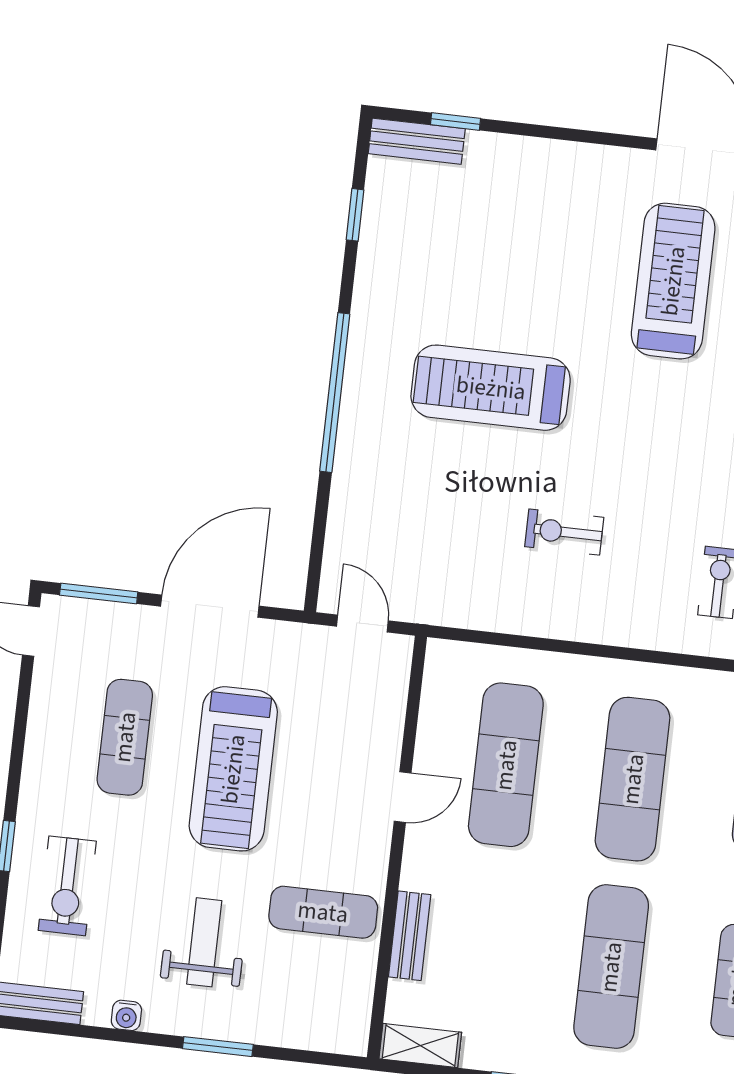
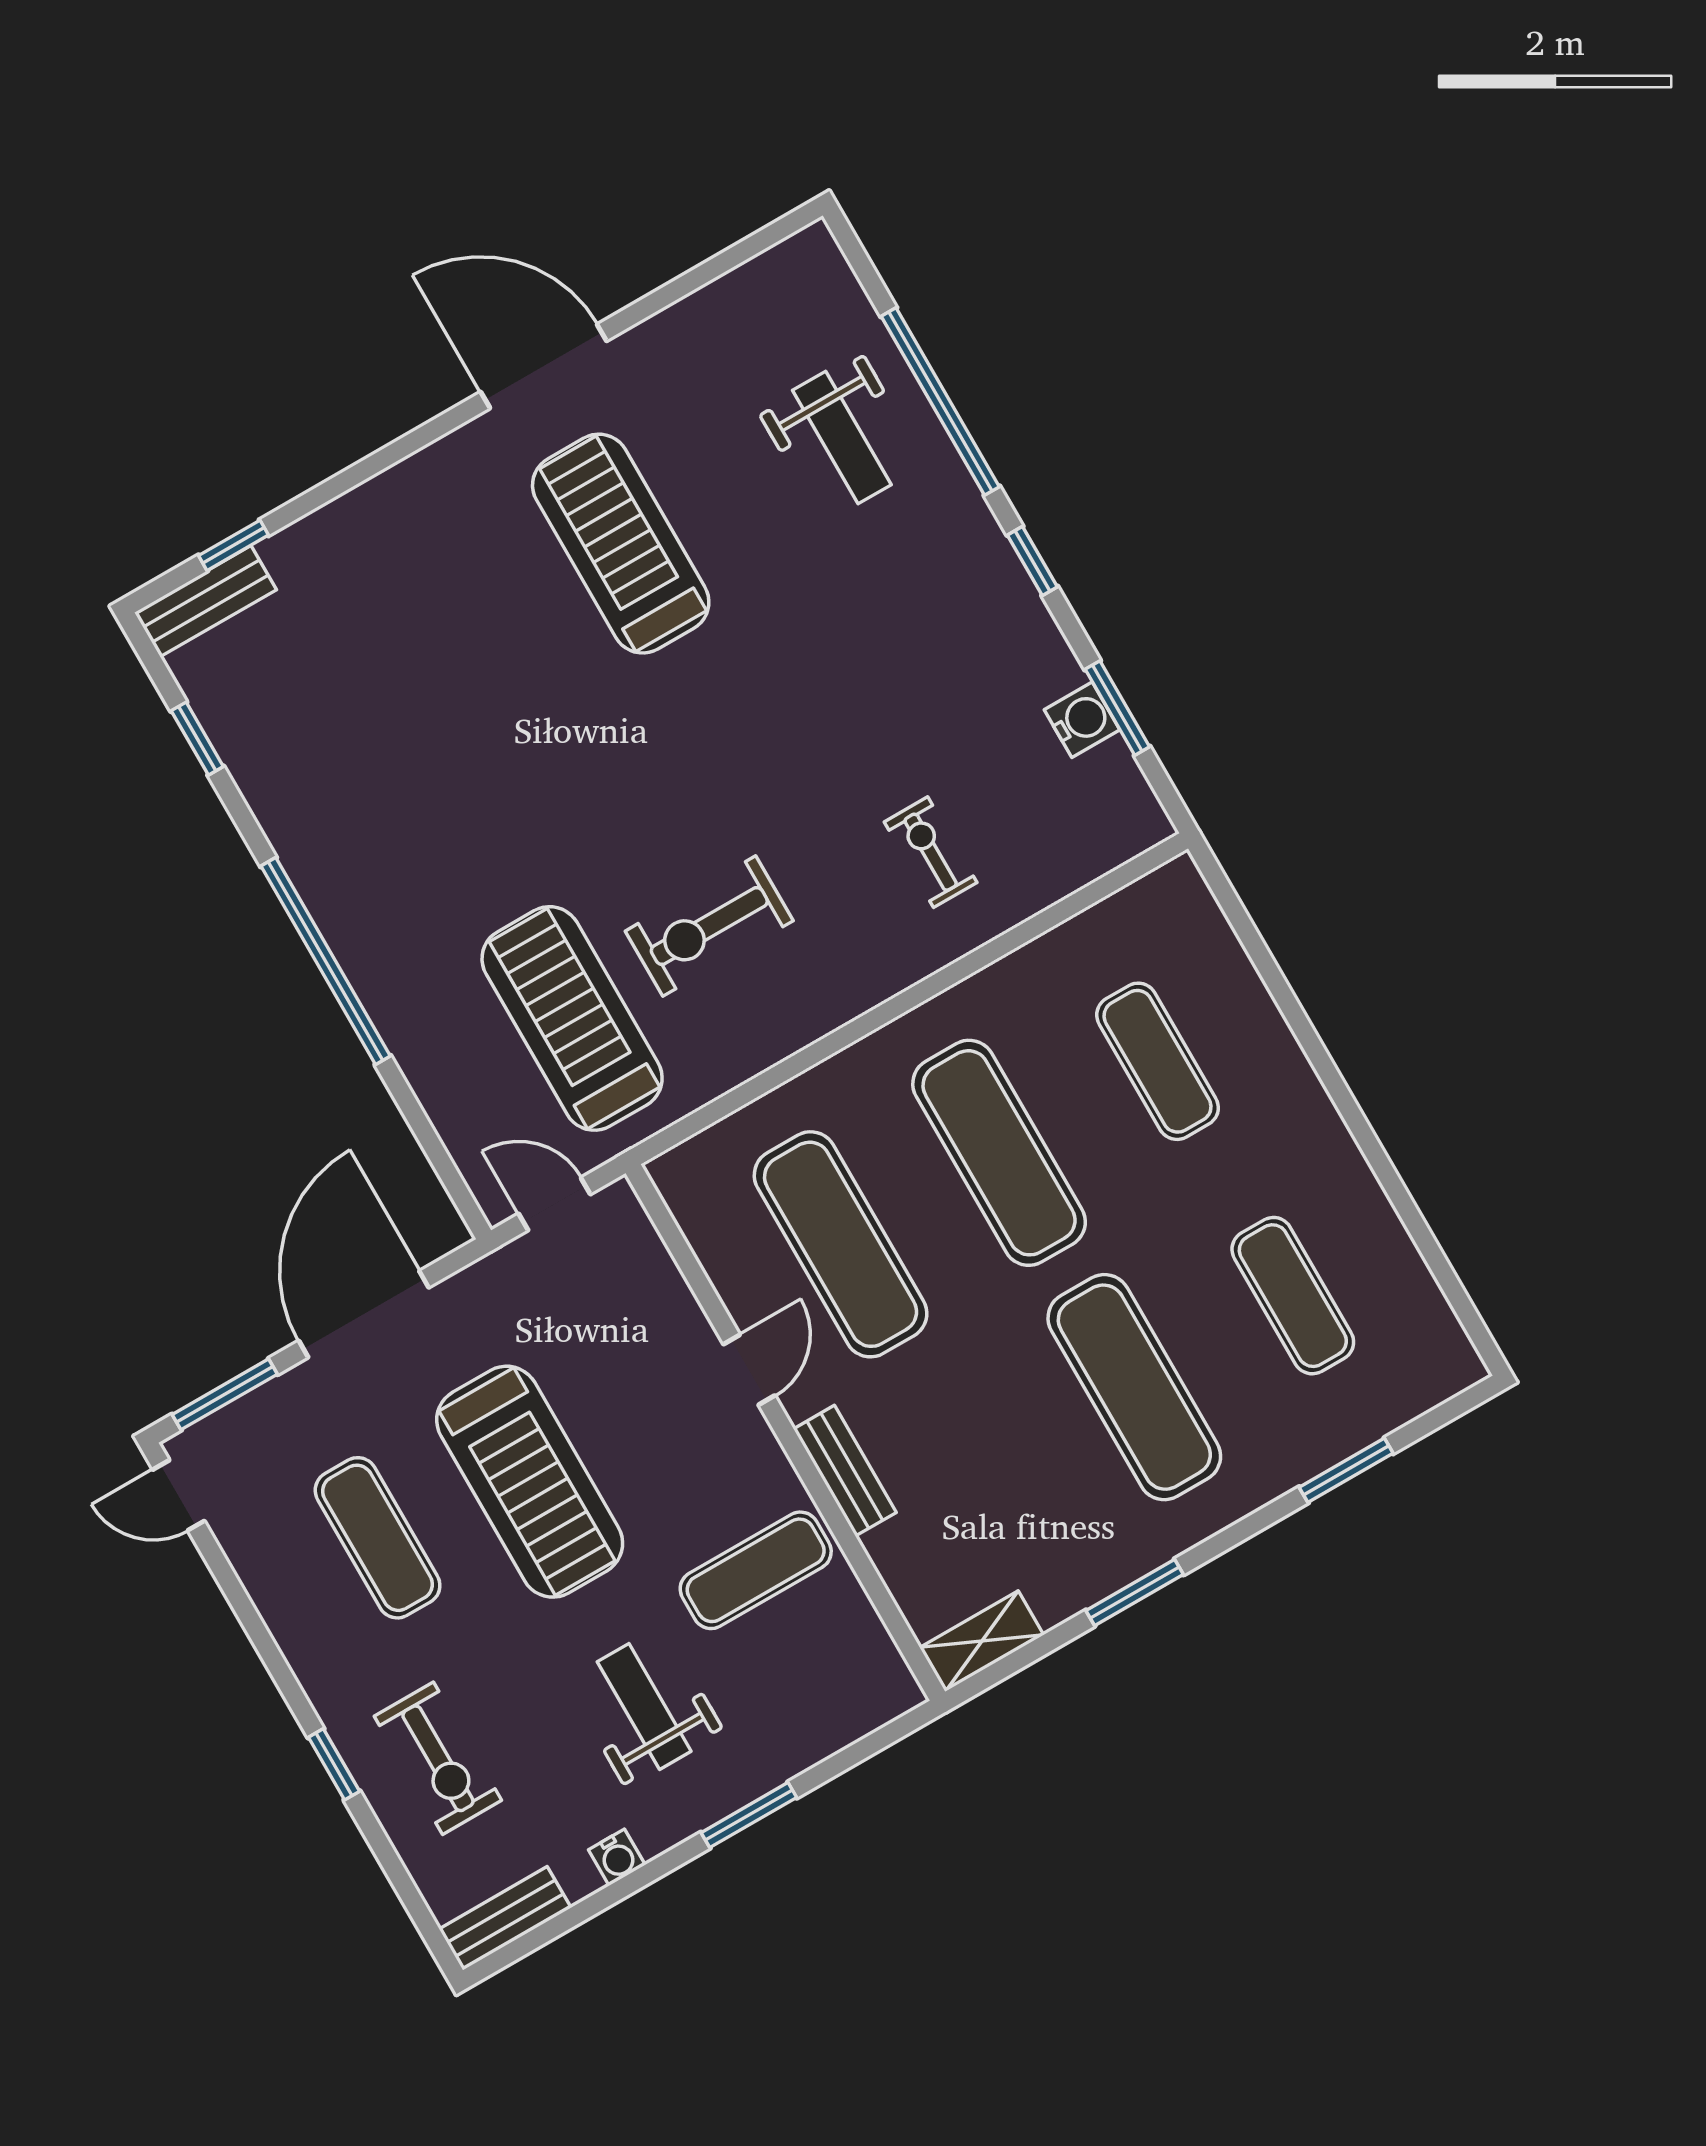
treadmill: (491, 388) -> (572, 1018), moved, turned 90
exercise bike: (564, 532) -> (709, 926), width x1.38, depth x1.39
bench: (410, 936) -> (845, 1471), moved

